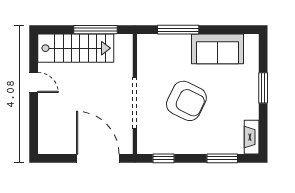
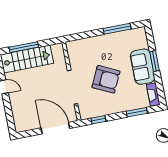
window: (95, 30) -> (24, 47), moved
window: (178, 30) -> (117, 29), moved
sofa: (217, 49) -> (143, 67), moved, turned 90

